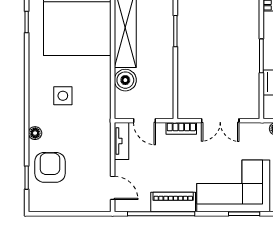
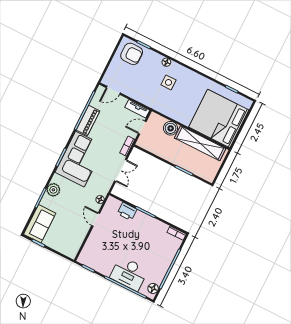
side table: (63, 96) -> (168, 82), moved
double door: (220, 121) -> (121, 170), swing flipped
armchair: (50, 167) -> (132, 54), moved

